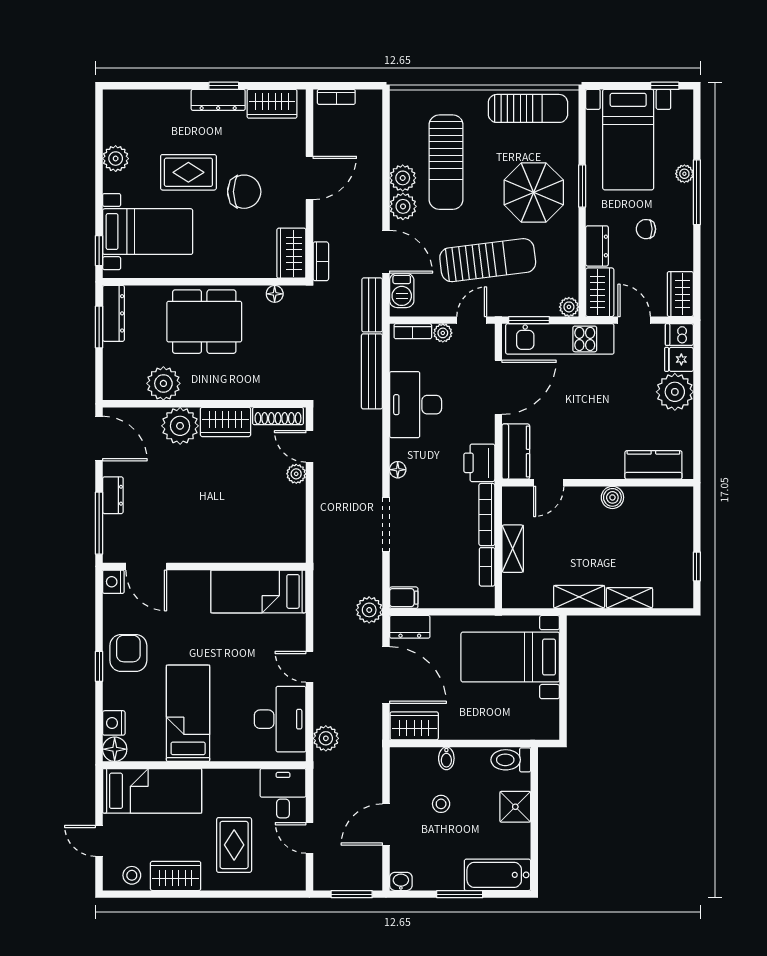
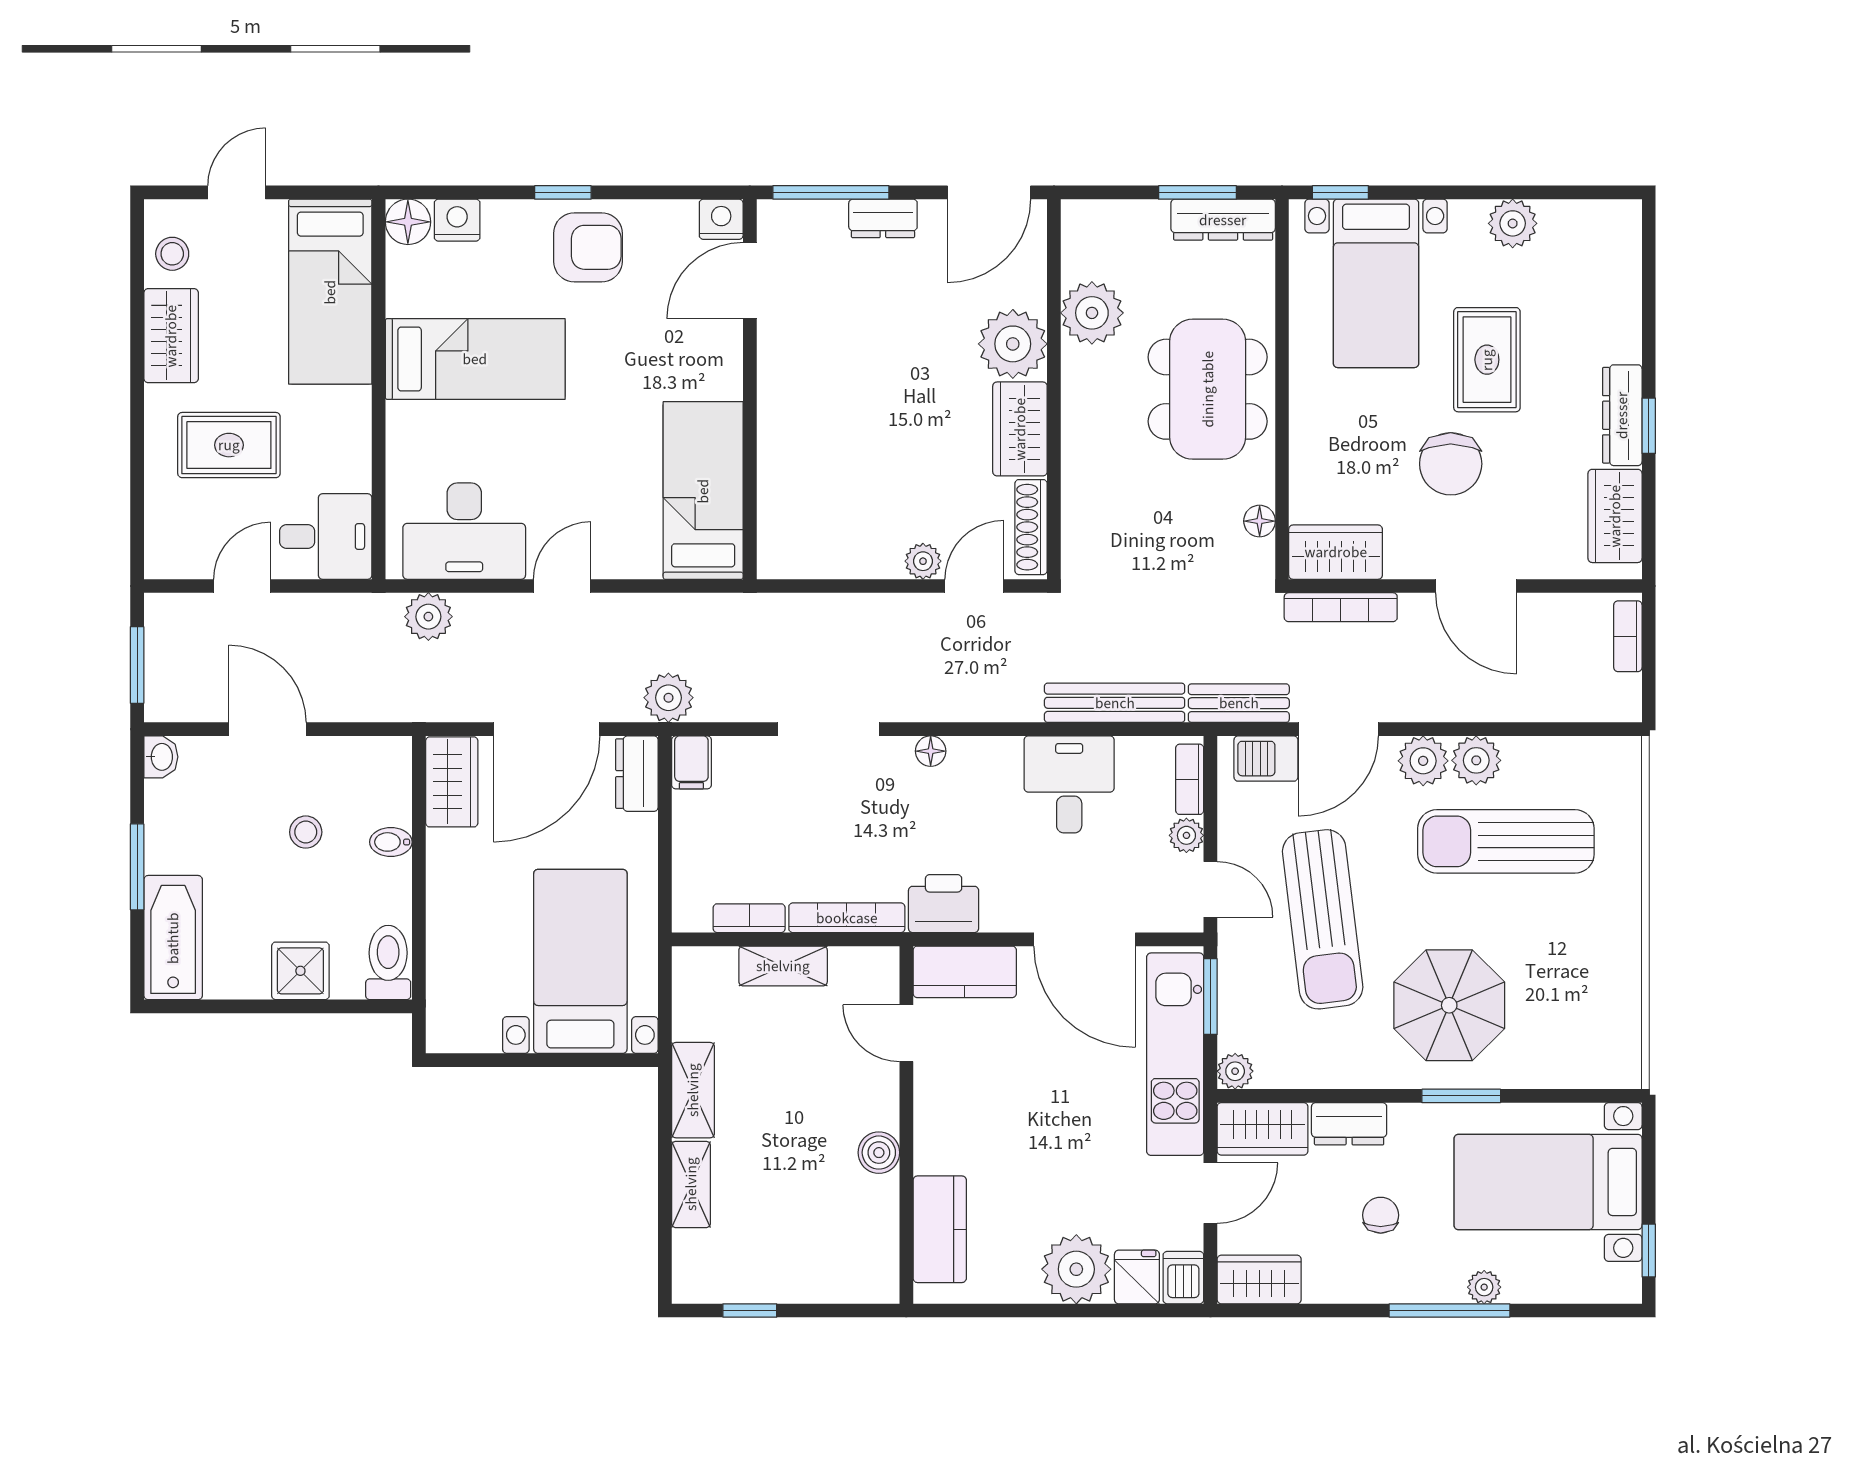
sun lounger: (528, 108) -> (1606, 995), removed
bookcase: (321, 261) -> (1341, 607), width x1.56
desk: (416, 405) -> (1069, 784), width x0.73

